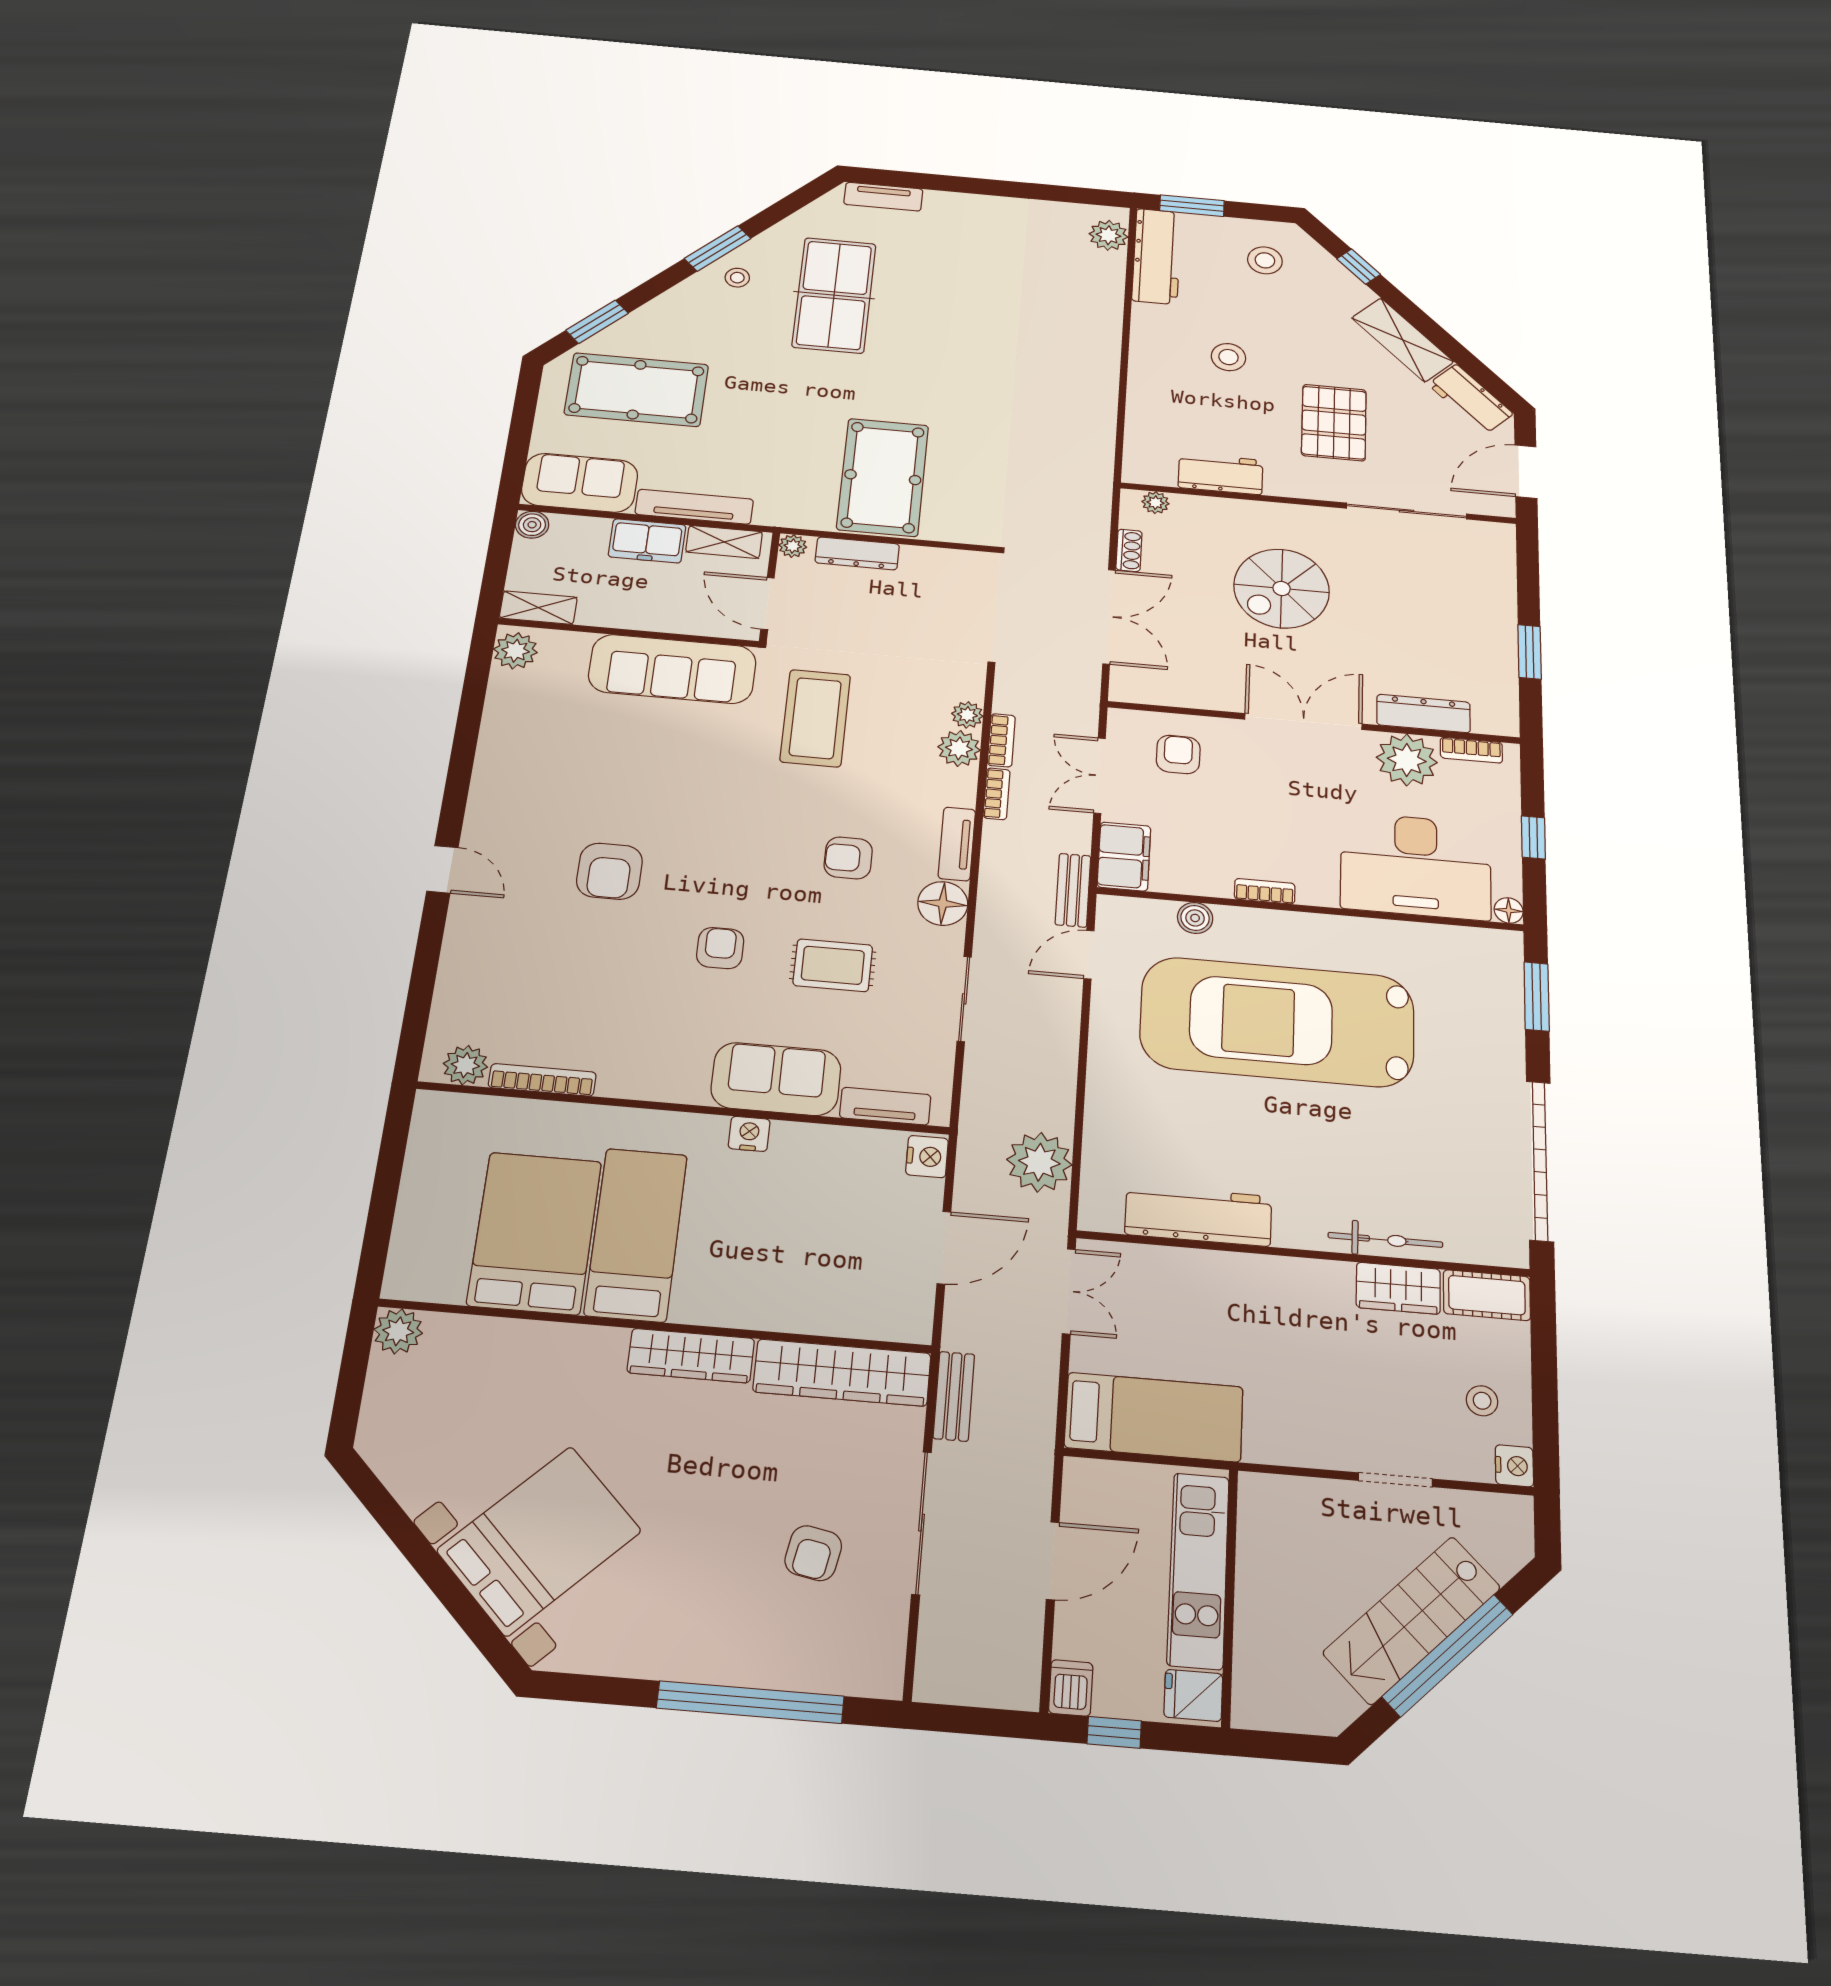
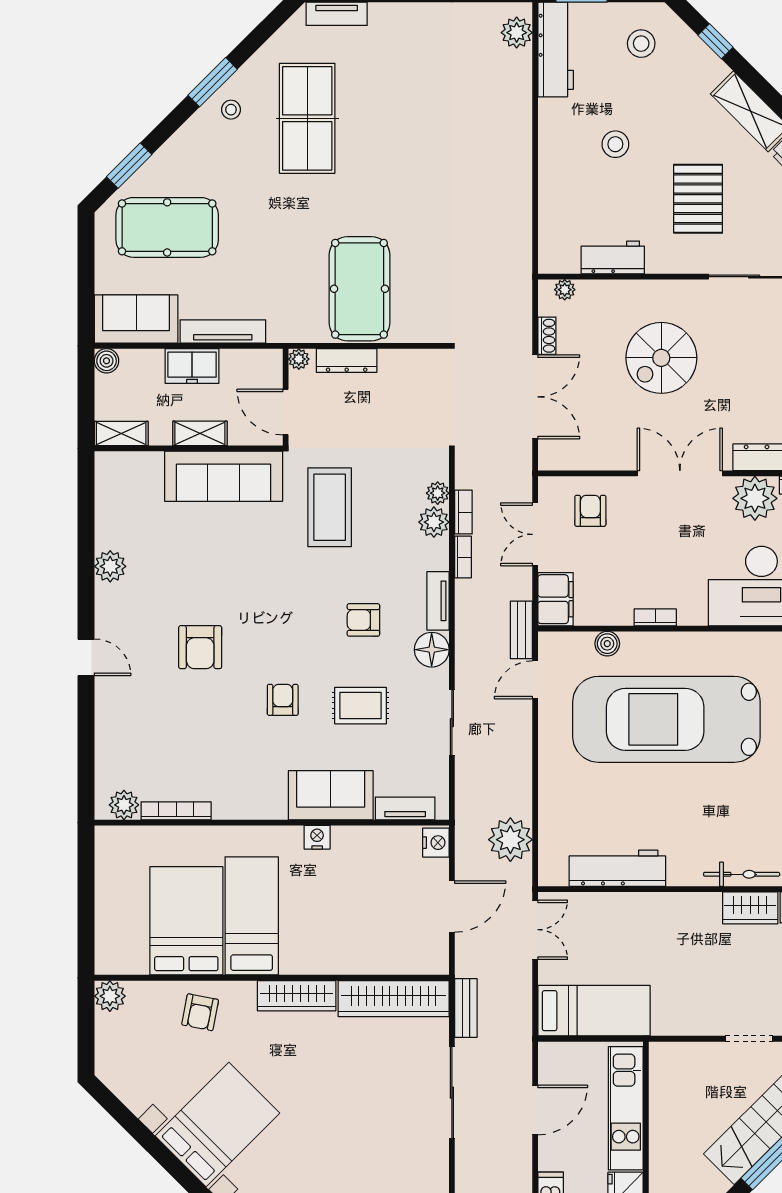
shelving: (724, 542) -> (200, 433), moved
plant: (515, 651) -> (110, 566), moved
armchair: (813, 1553) -> (200, 1012), moved

